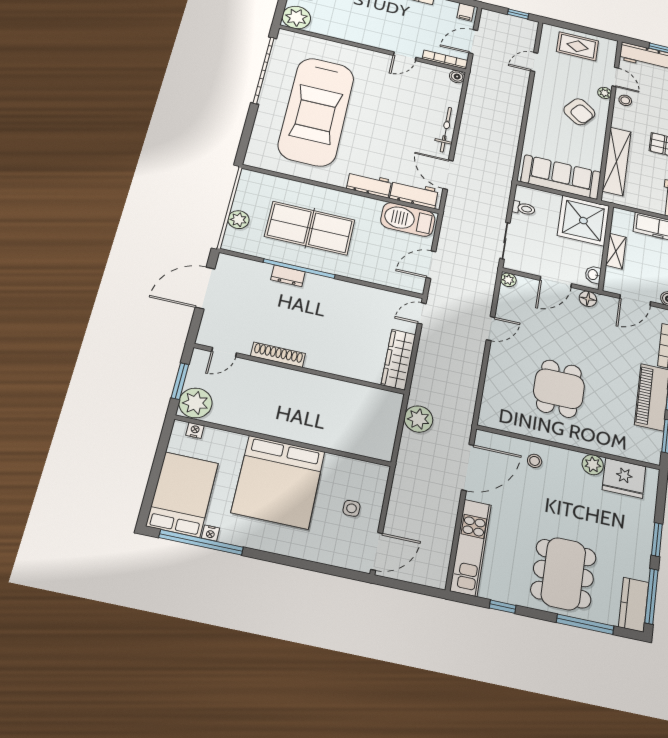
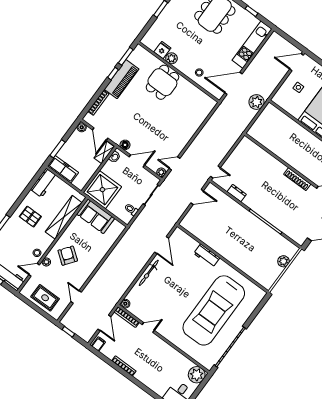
door: (473, 42) -> (104, 323), hinge flipped
door: (534, 62) -> (76, 297), swing flipped
door: (615, 77) -> (34, 270), hinge flipped
car: (316, 112) -> (214, 310), turned 180
sofa: (561, 177) -> (96, 216), width x0.73
workbench: (414, 194) -> (186, 241), removed
barbecue: (408, 219) -> (196, 227), removed
table tennis table: (310, 228) -> (250, 242), removed
shelving: (616, 251) -> (104, 152), moved
dresser: (288, 276) -> (237, 193), moved
door: (635, 300) -> (100, 134), swing flipped
door: (491, 328) -> (175, 163), moved
wardrobe: (398, 360) -> (240, 152), removed
dining table: (559, 389) -> (162, 82), moved
plant: (418, 419) -> (256, 102), moved
fridge: (624, 478) -> (162, 50), width x0.53, depth x0.75

